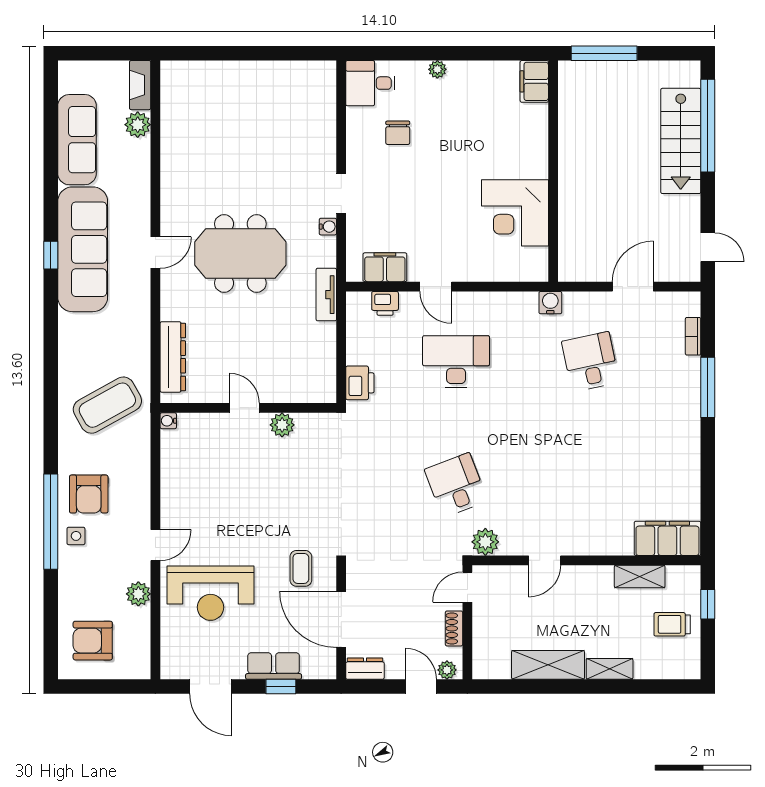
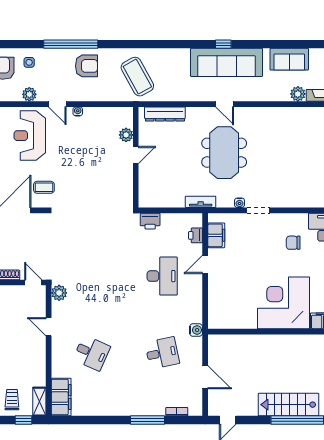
sofa: (77, 140) -> (289, 59), width x0.73
corner desk: (515, 213) -> (284, 303), moved, width x1.36, depth x1.36
water cooler: (168, 421) -> (78, 111), moved
plant: (282, 425) -> (126, 135), moved
desk: (456, 485) -> (92, 353), moved, turned 45
armchair: (89, 494) -> (86, 66), turned 180
side table: (76, 536) -> (29, 62), moved
shelving: (640, 576) -> (39, 402), moved

